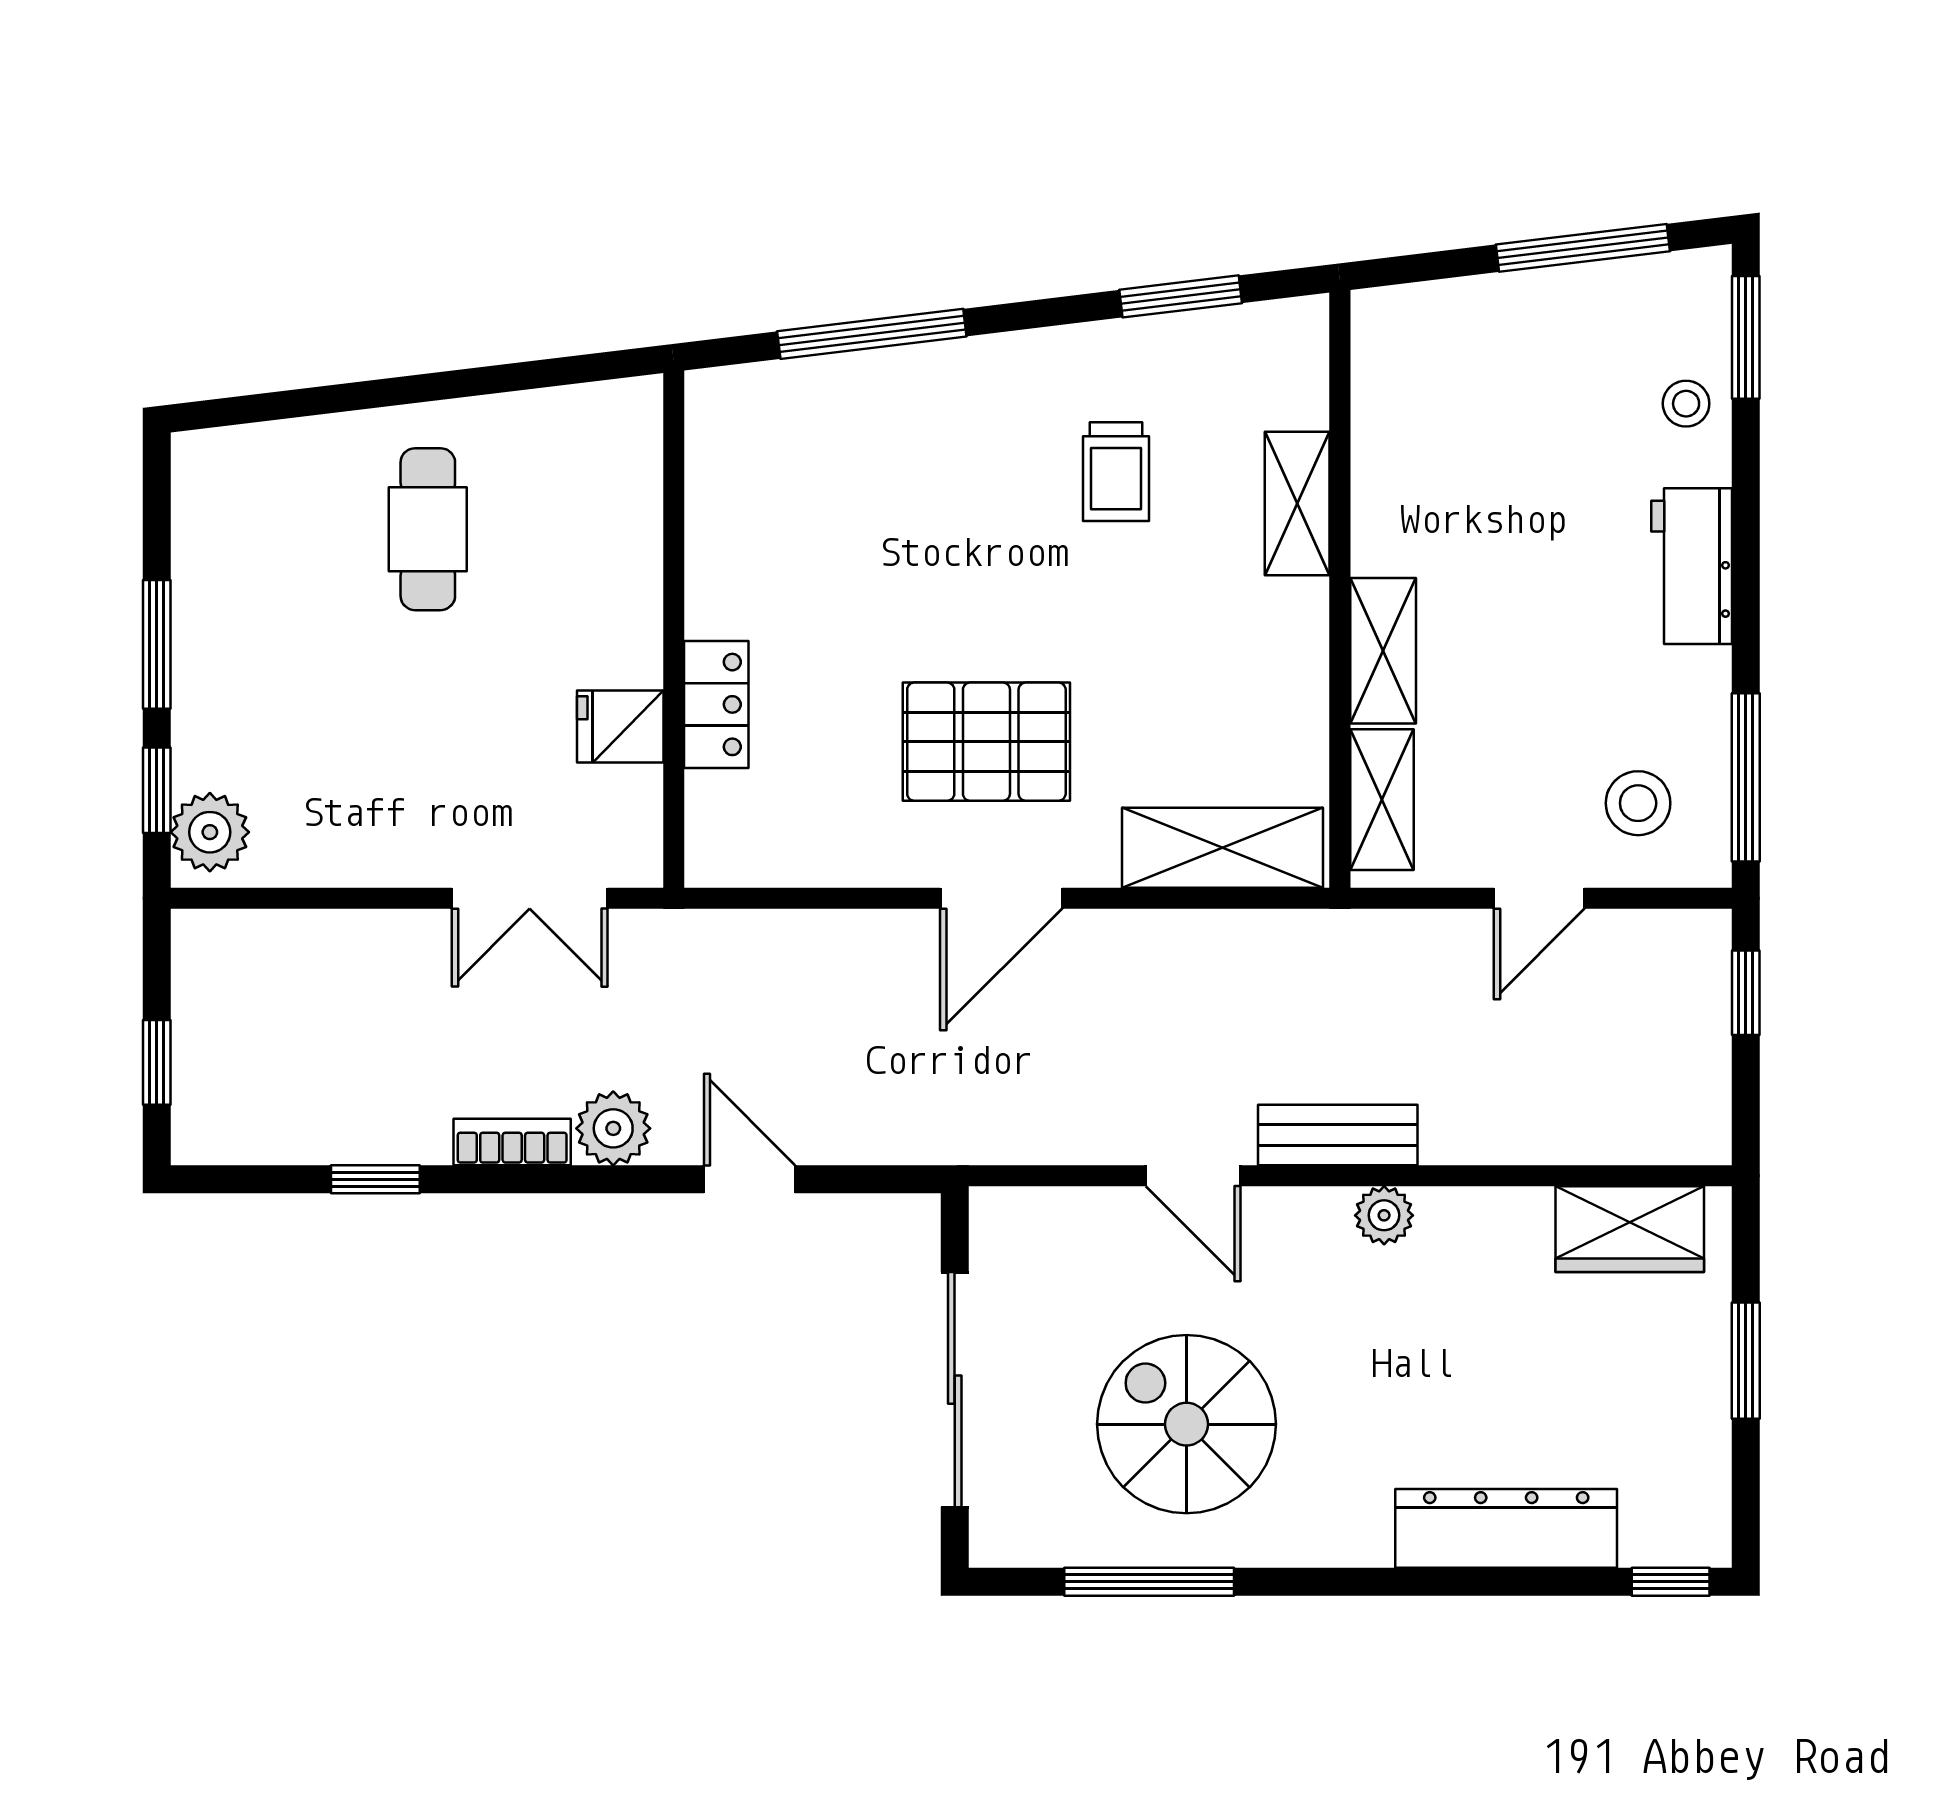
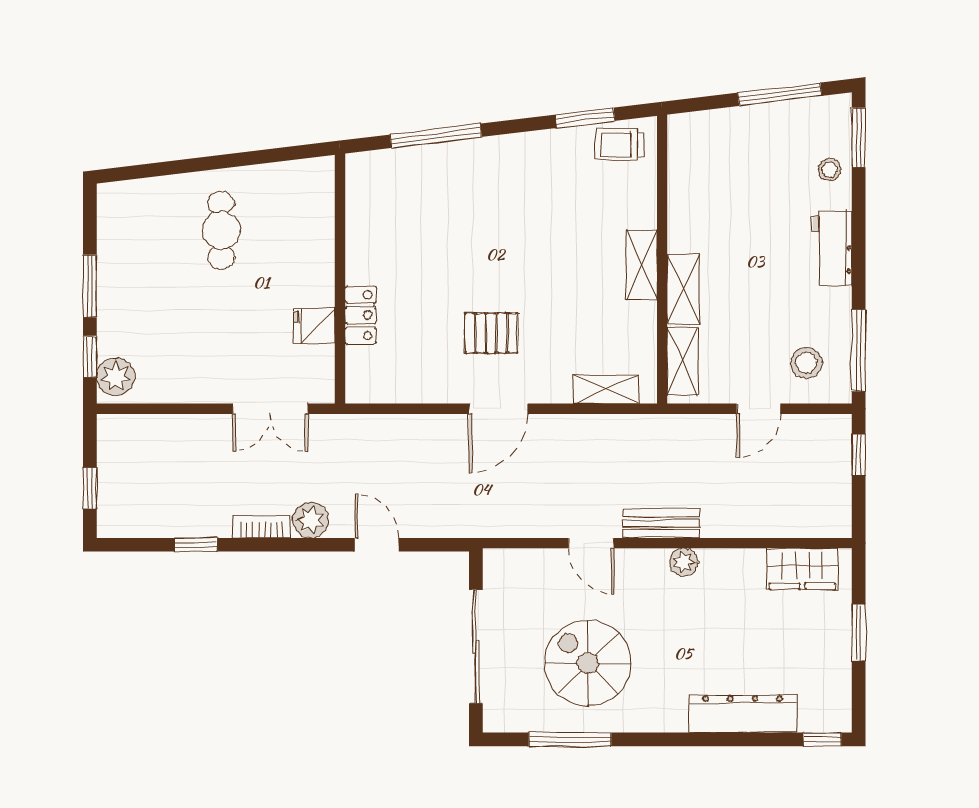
trolley: (1116, 472) -> (620, 145), moved, turned 90
shelving: (1297, 503) -> (642, 265), moved
pallet: (986, 742) -> (491, 333), width x0.67, depth x0.71
shelving: (1222, 848) -> (605, 389), width x0.67, depth x0.75

